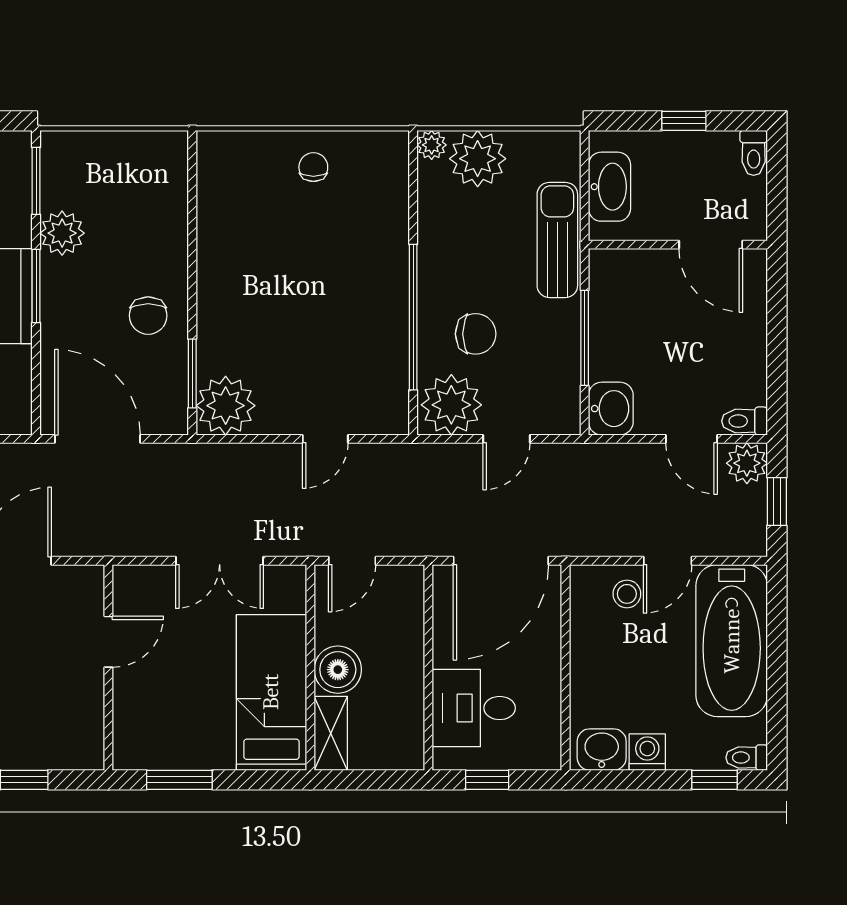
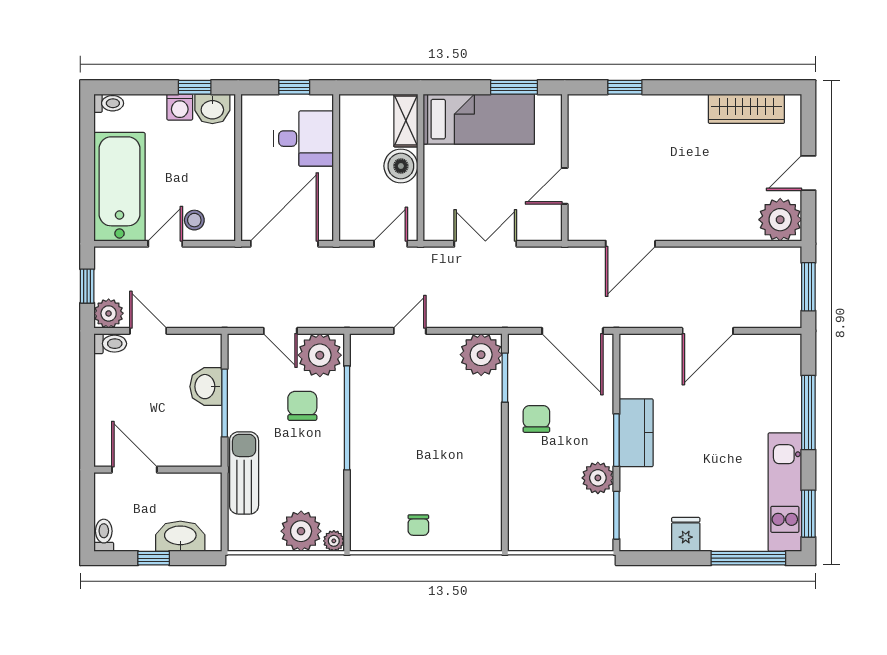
washbasin: (609, 187) -> (180, 536), moved, turned 90
sun lounger: (557, 240) -> (244, 473), turned 180
chair: (476, 334) -> (302, 406), turned 90
washbasin: (611, 409) -> (206, 387), moved
door: (506, 439) -> (280, 331), swing flipped
bed: (271, 692) -> (479, 119), moved, turned -90
window: (715, 780) -> (195, 87), moved

